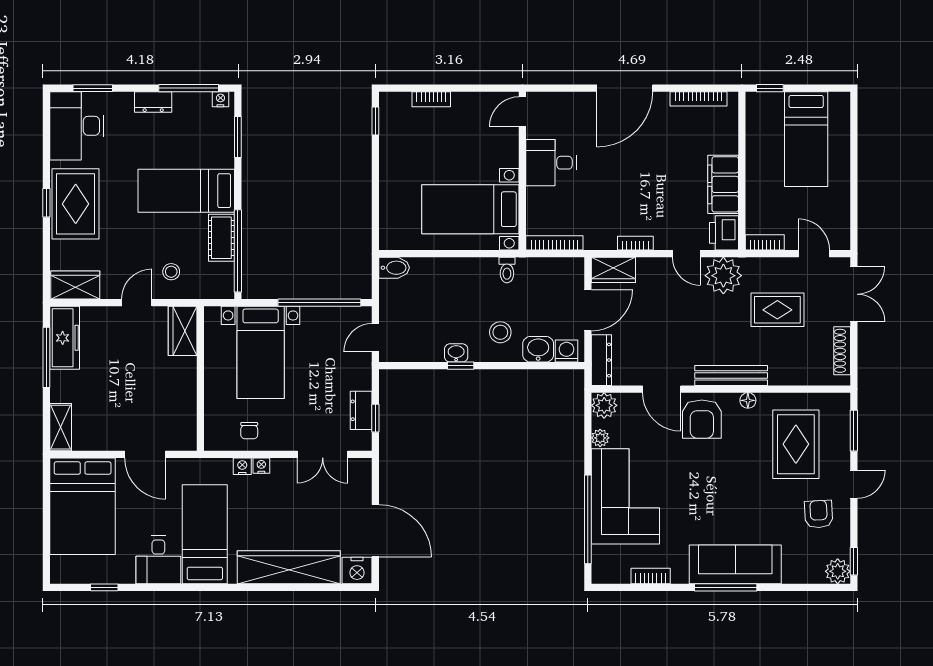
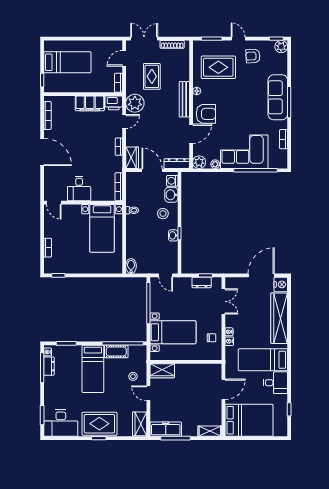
dresser: (153, 102) -> (49, 366), moved

